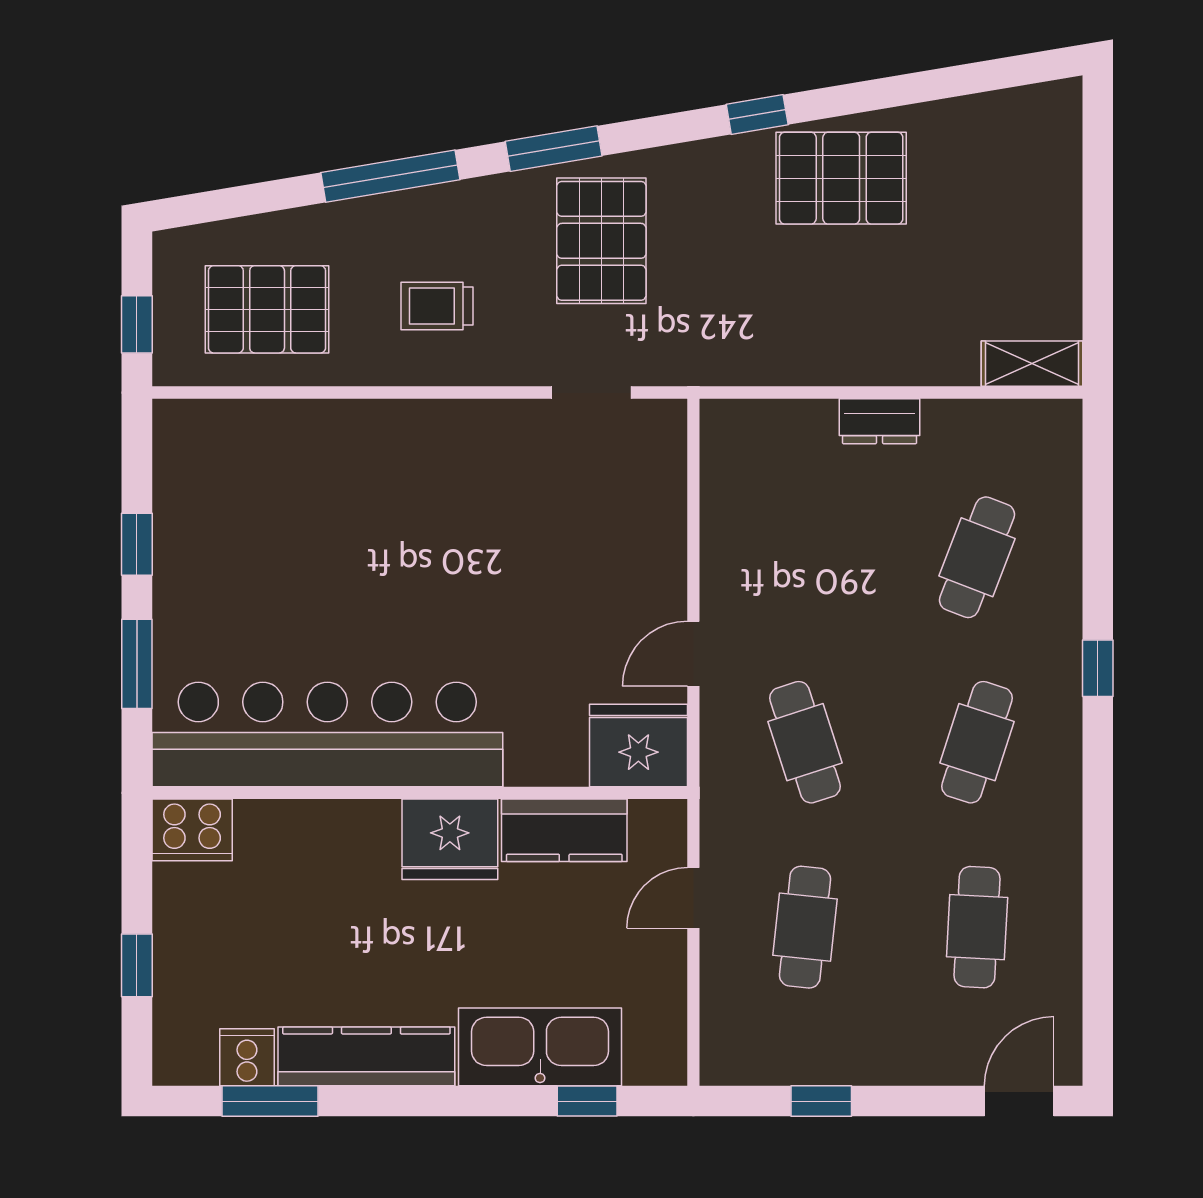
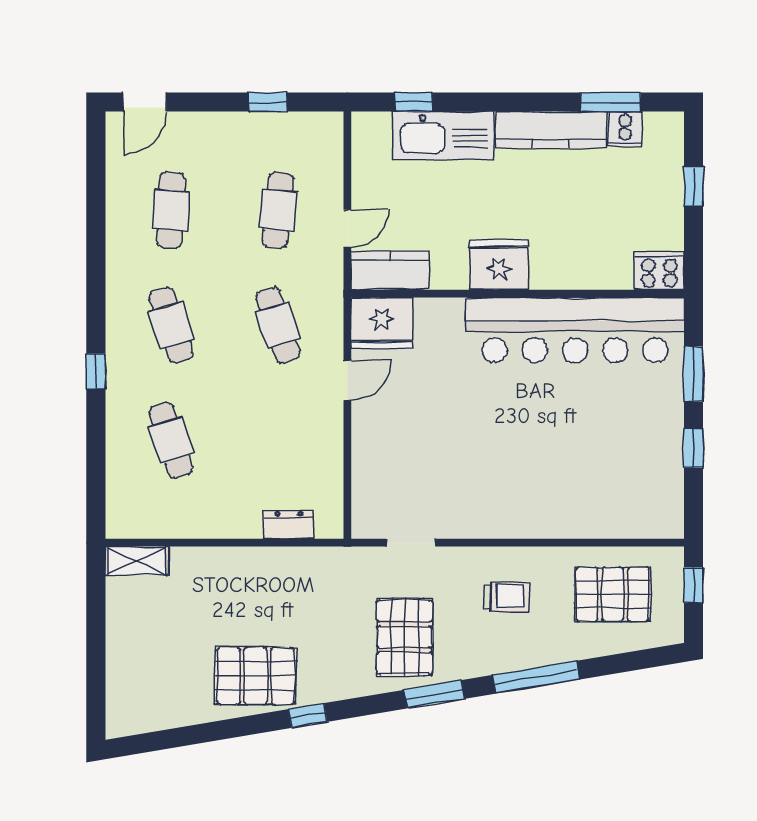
dresser: (880, 421) -> (289, 525), moved
cafe table: (977, 557) -> (171, 440), turned -39
cafe table: (977, 742) -> (171, 325), turned -36
kitchen counter: (564, 830) -> (390, 270), moved

